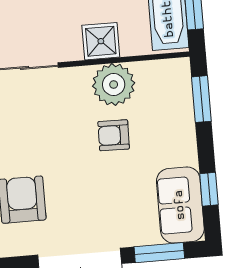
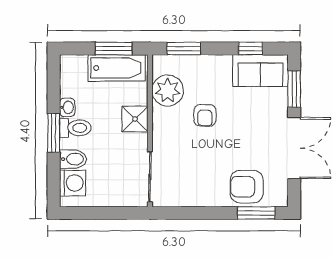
plant: (114, 84) -> (168, 91), moved

